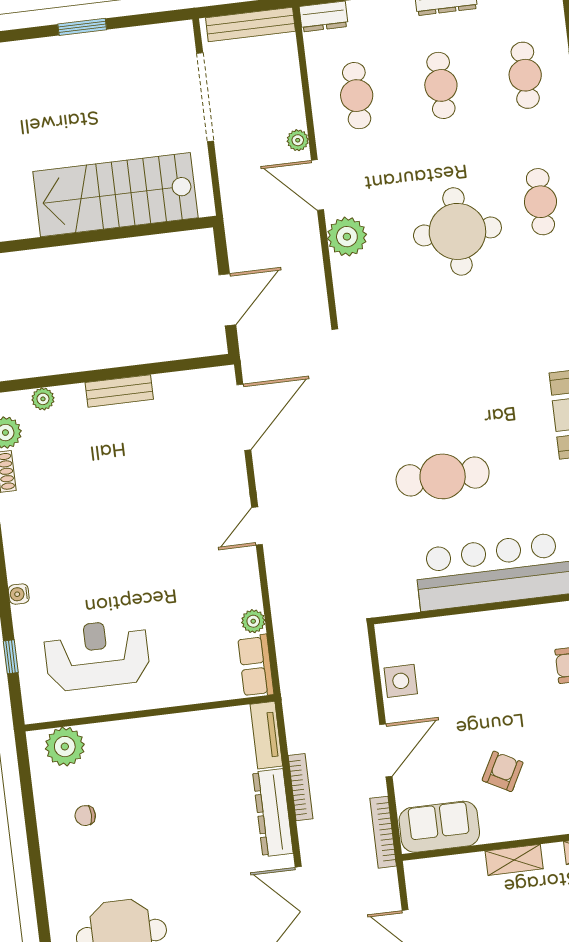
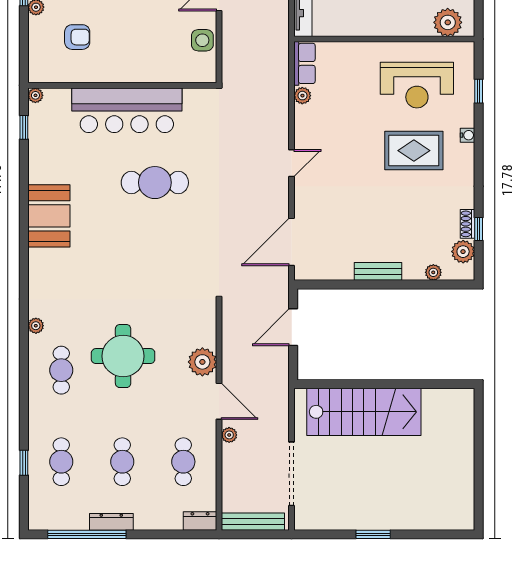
rug: (90, 564) -> (414, 151), added

